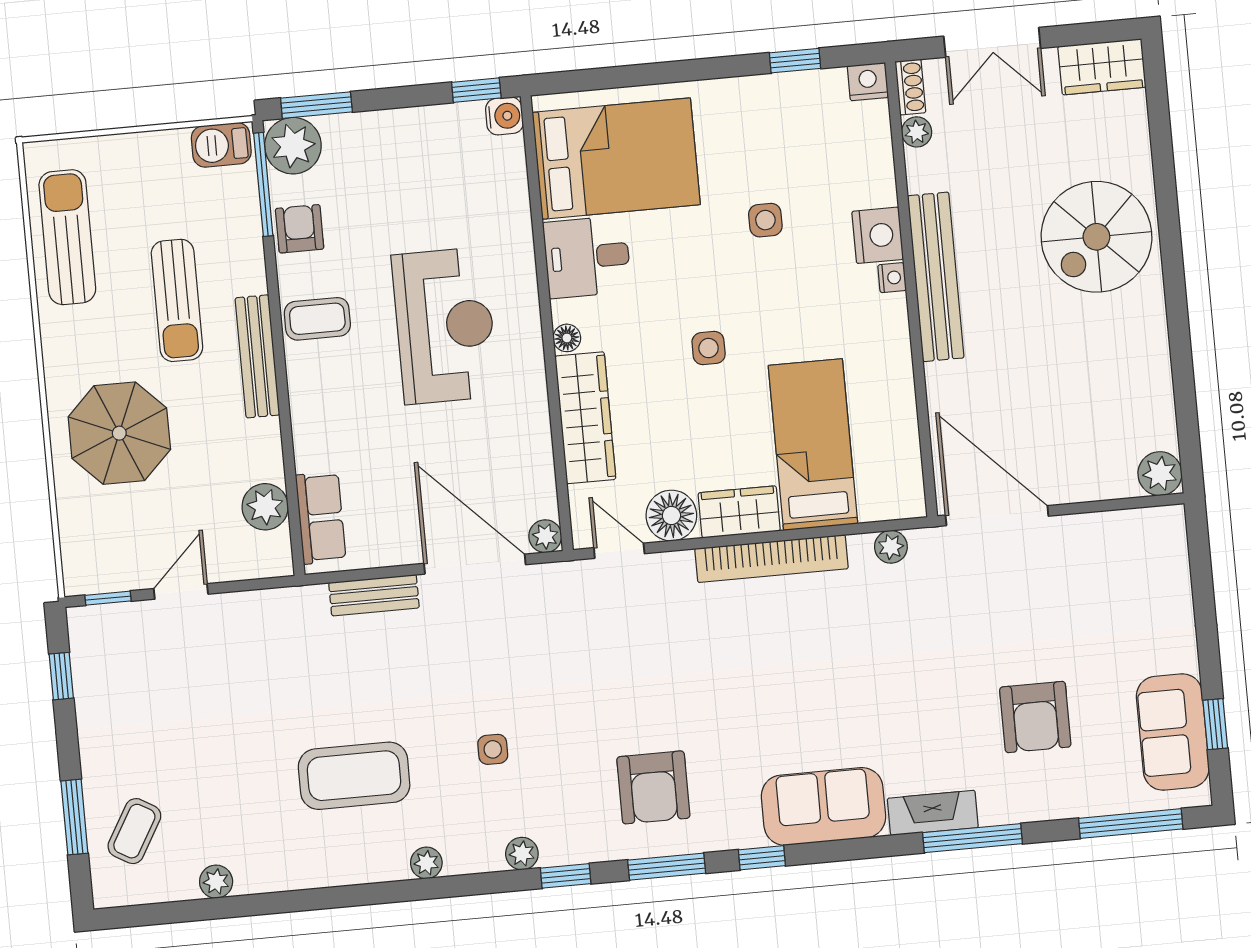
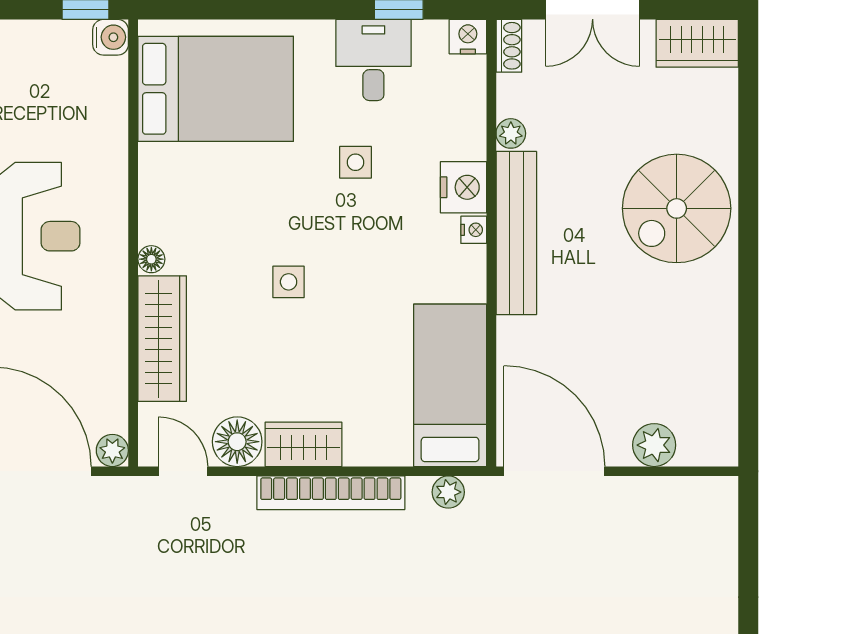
plant: (917, 132) -> (511, 133), moved
desk: (587, 257) -> (373, 60), moved, turned 90
bed: (813, 445) -> (450, 385), moved
plant: (1160, 474) -> (654, 445), moved

